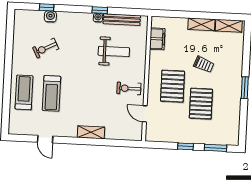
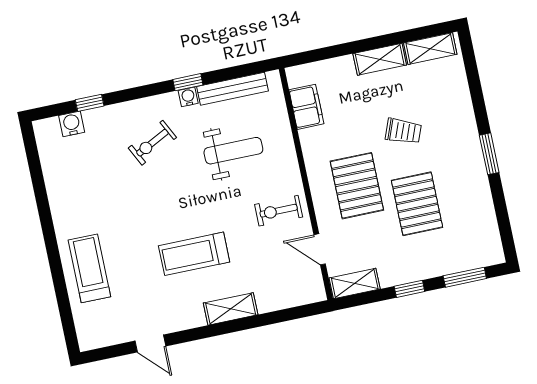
water cooler: (50, 17) -> (72, 124), moved
exercise bike: (46, 48) -> (152, 143), moved
treadmill: (51, 93) -> (194, 254), moved, turned 90
shelving: (158, 136) -> (355, 283), added

